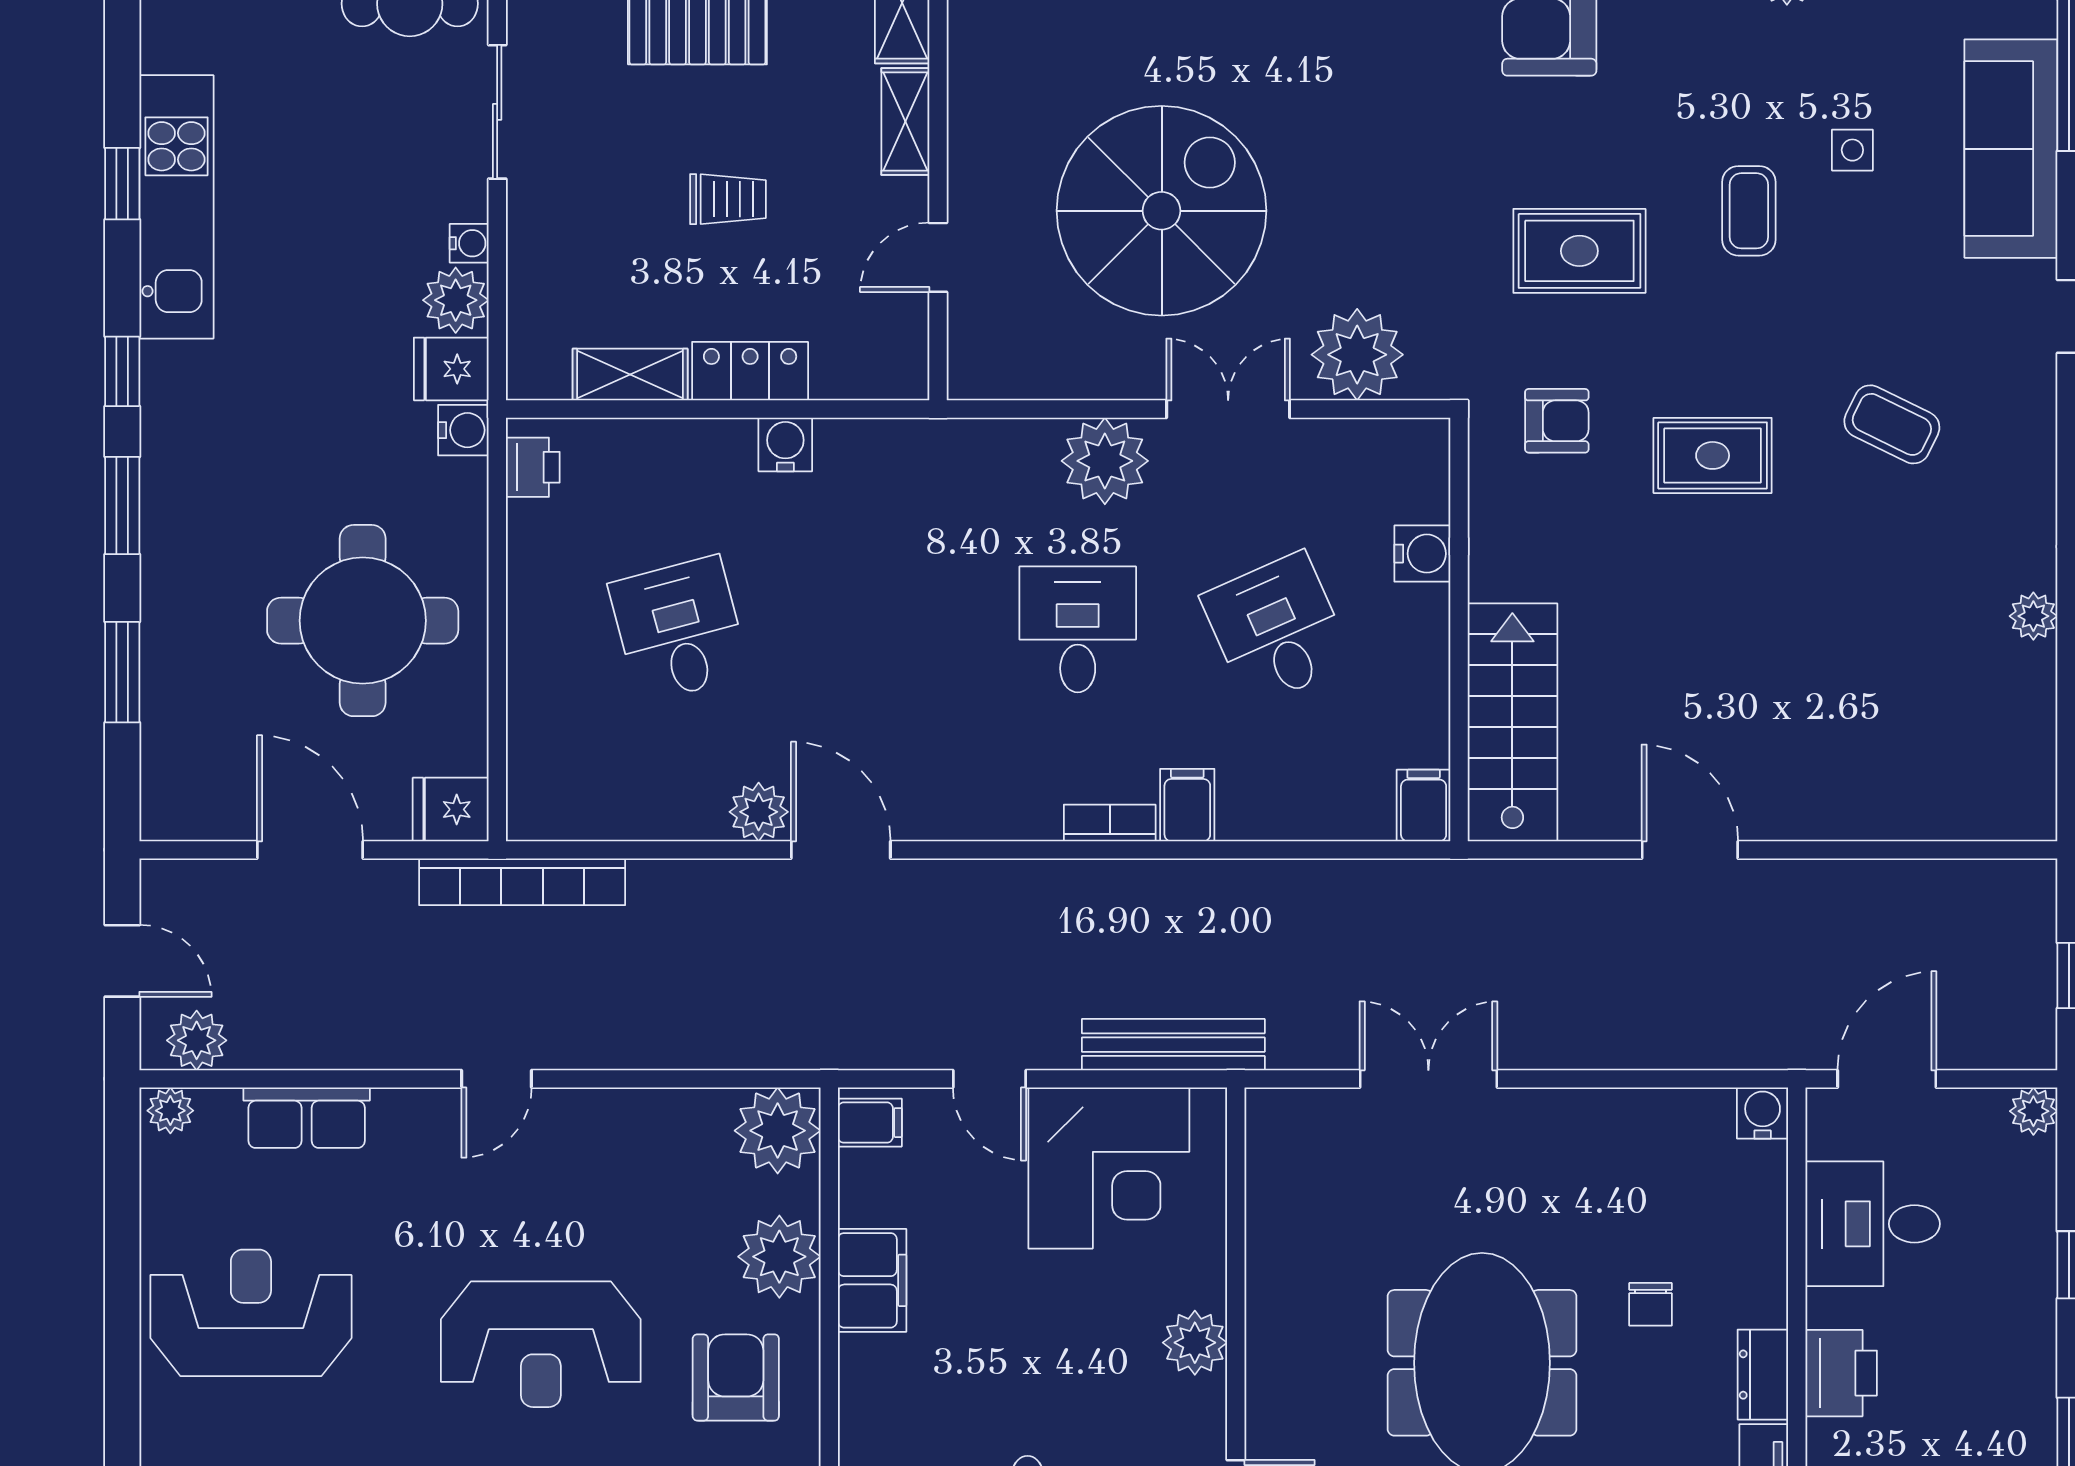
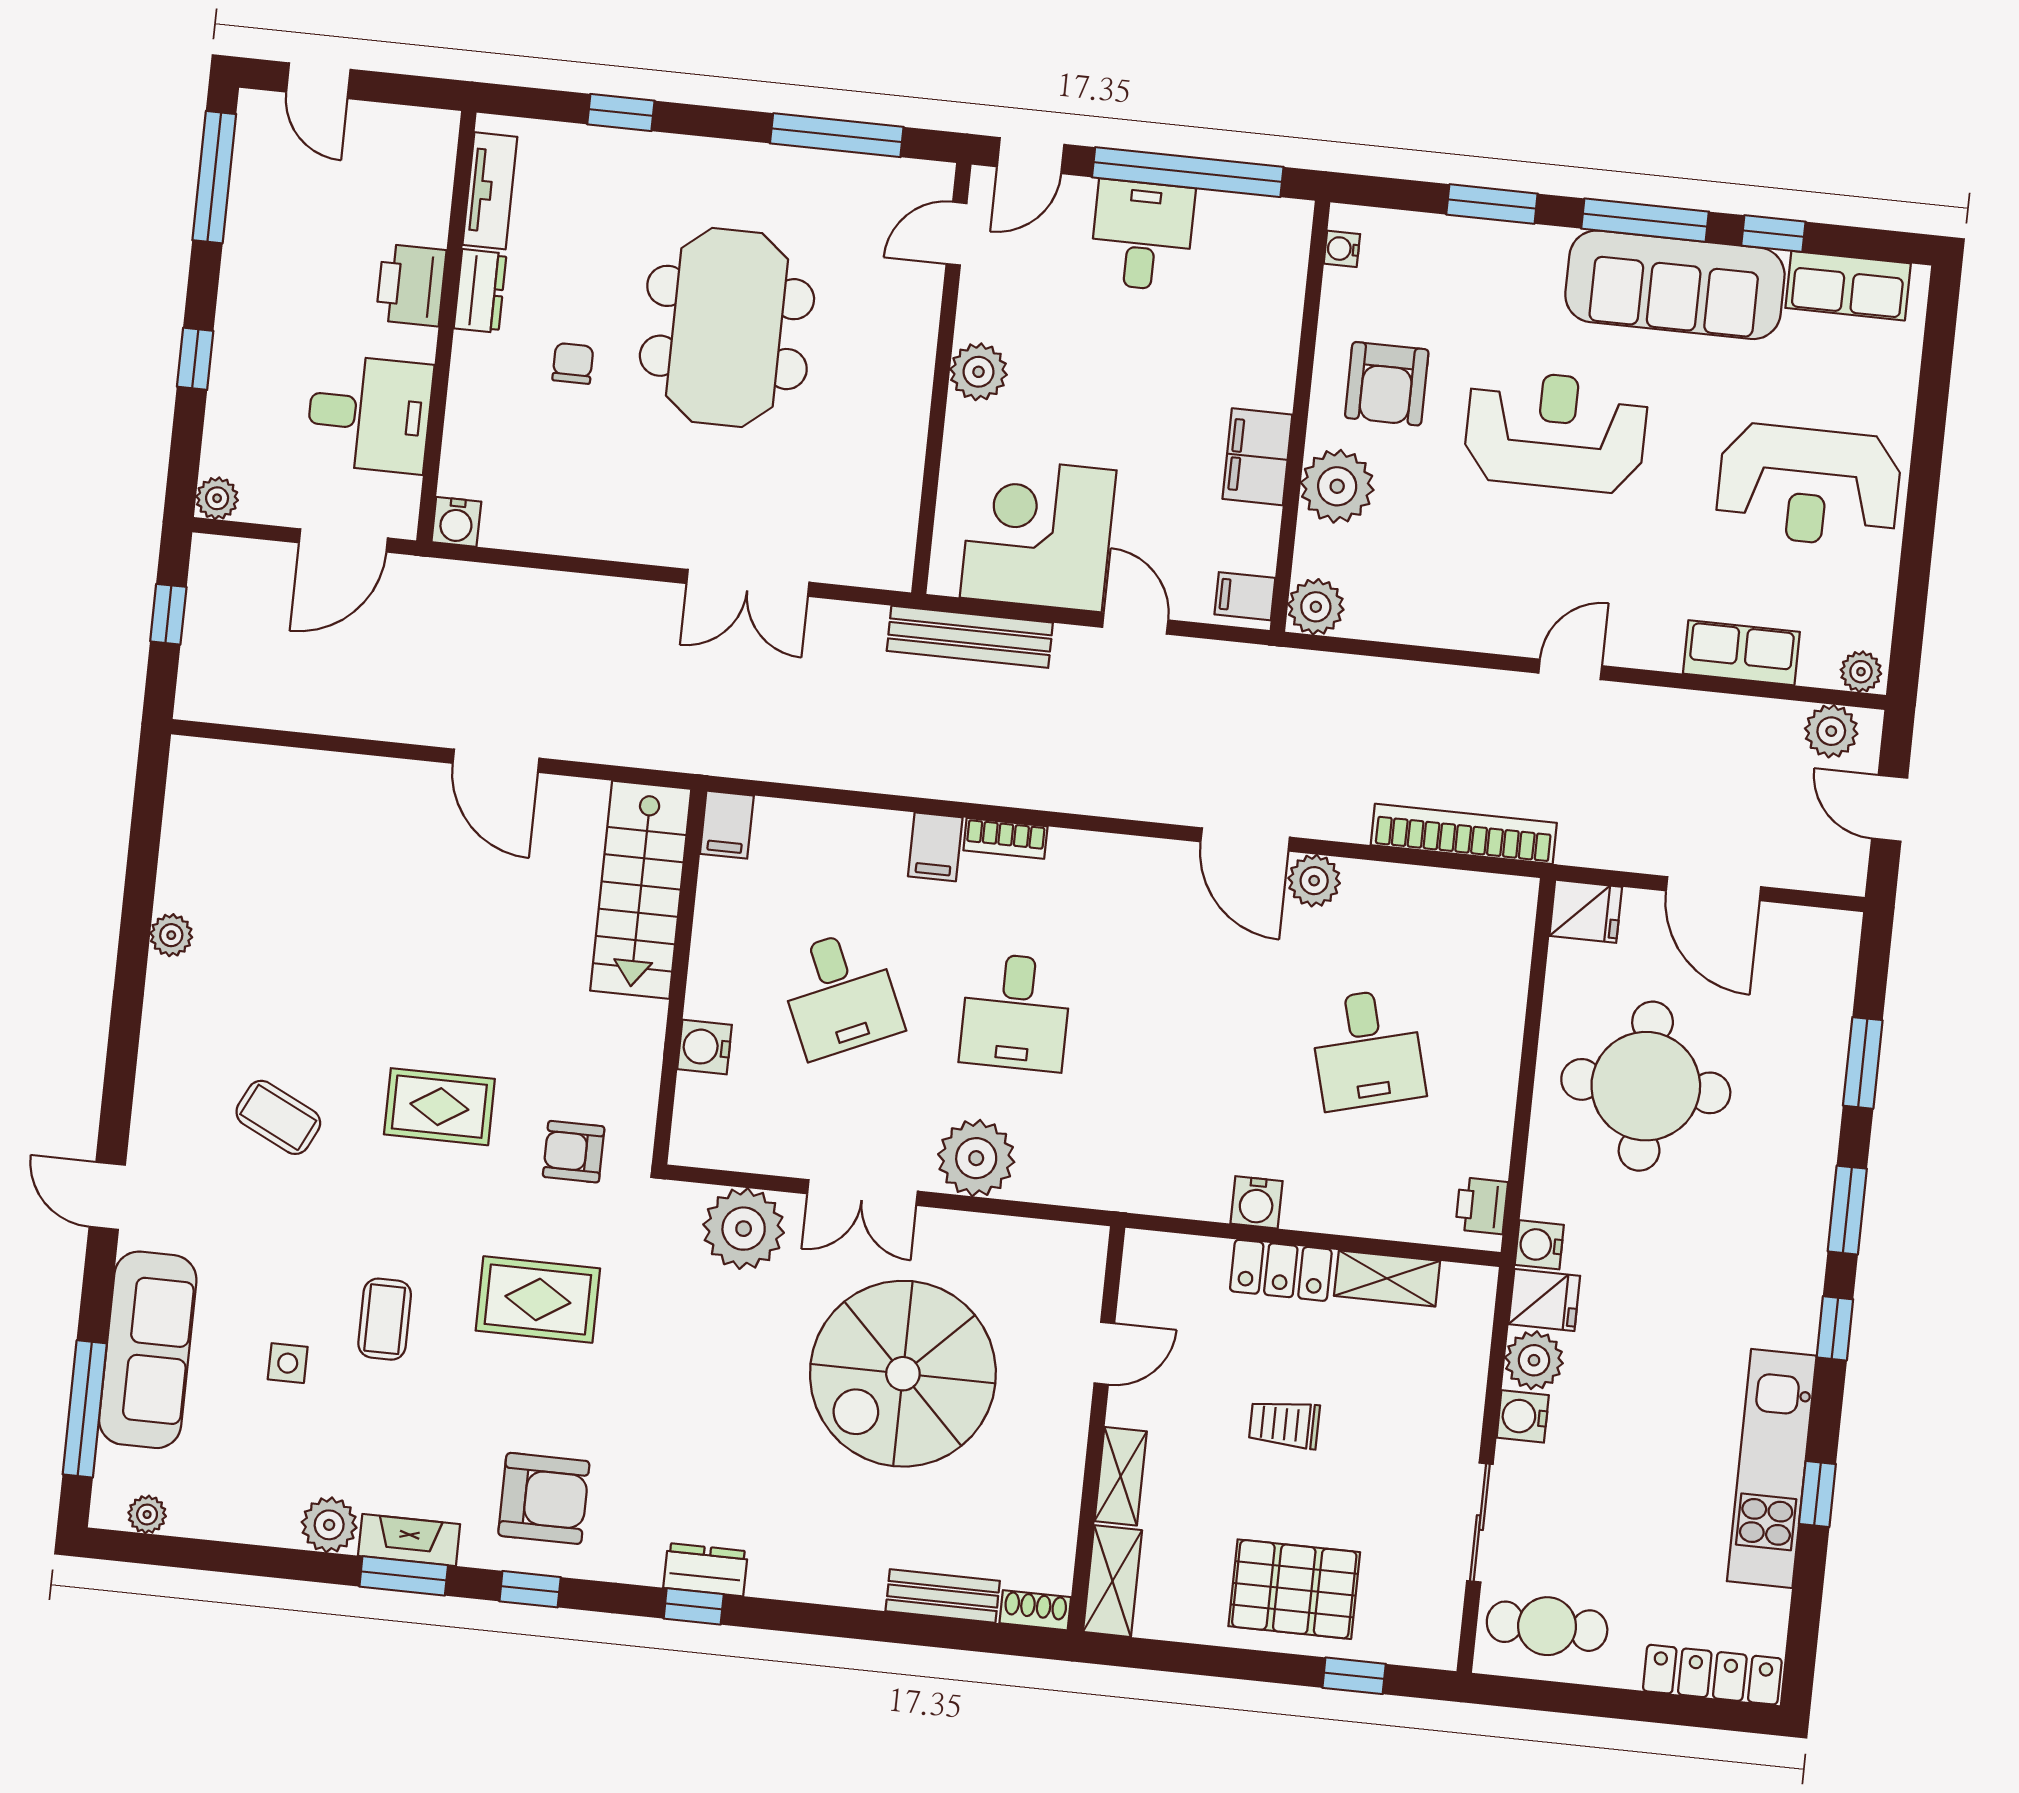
water cooler: (469, 243) -> (1523, 1416), width x1.38, depth x1.38
bookcase: (522, 882) -> (1464, 834), moved
plant: (778, 1131) -> (1316, 607), width x0.73, depth x0.73

